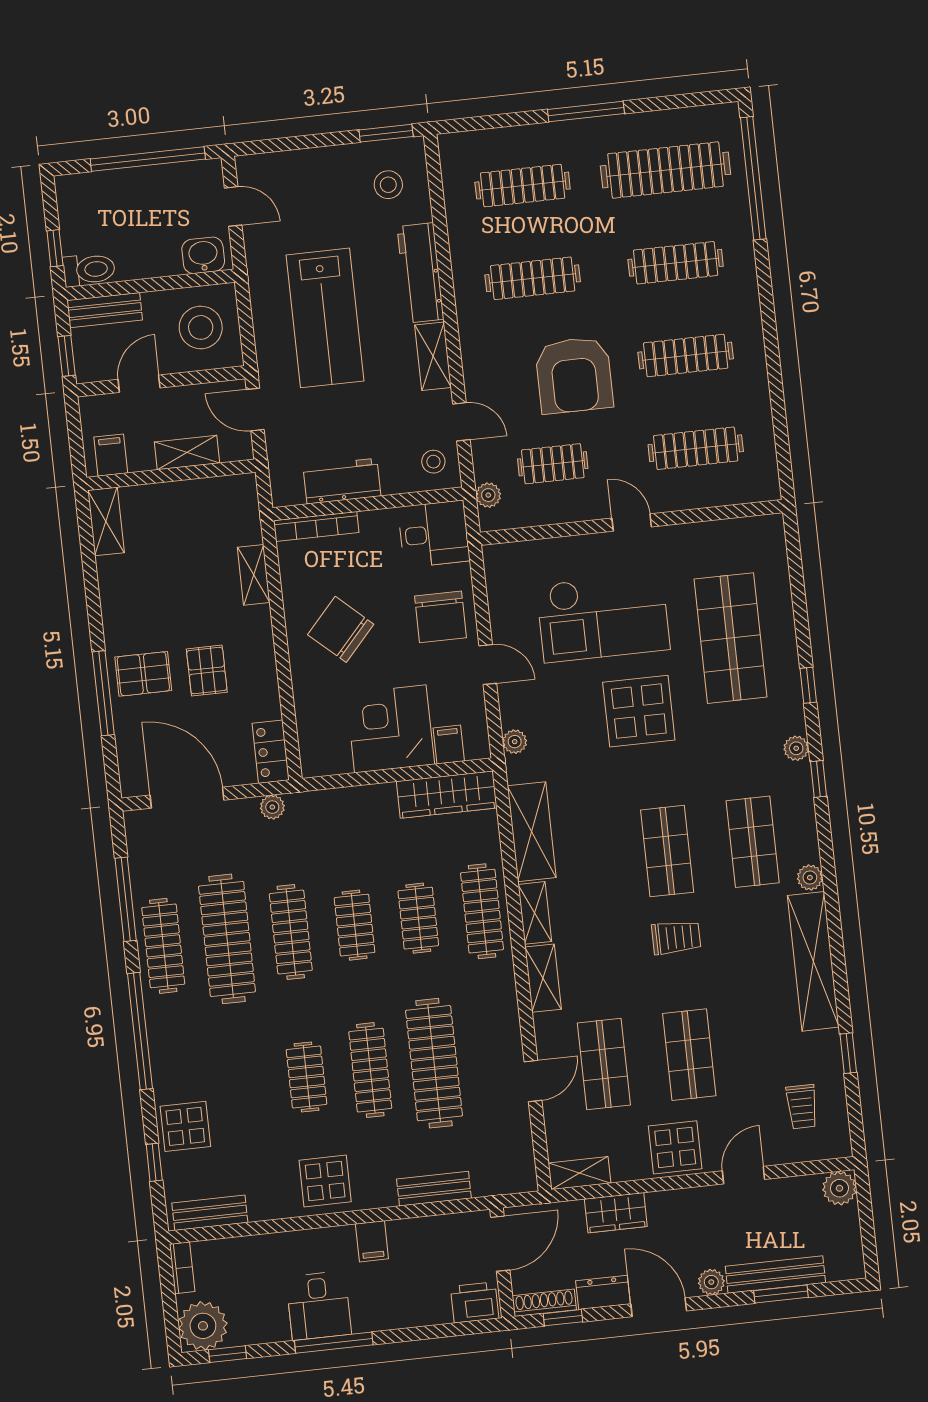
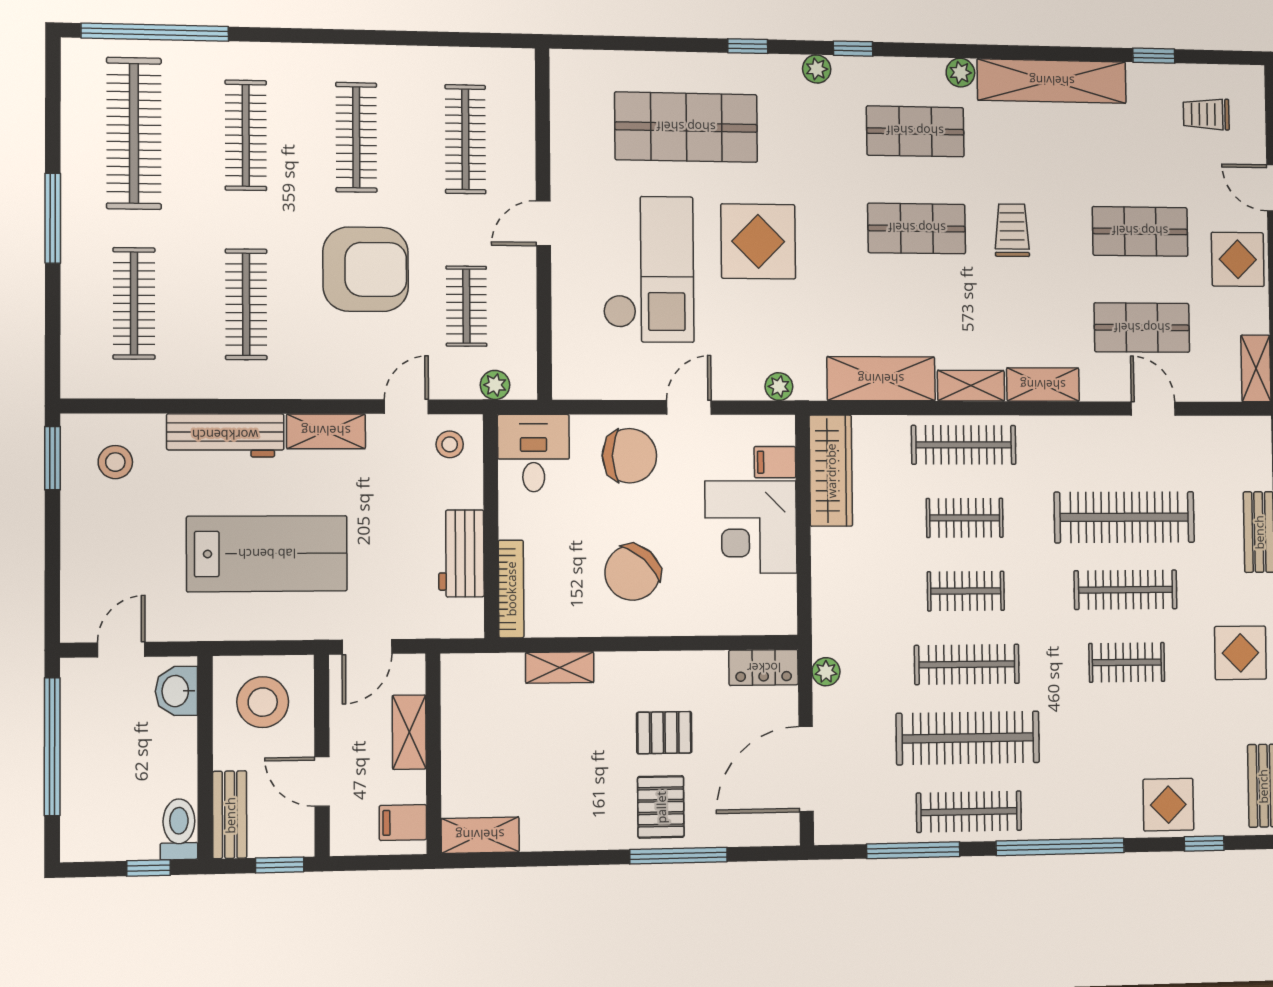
trolley: (802, 1107) -> (1206, 114), turned 180

